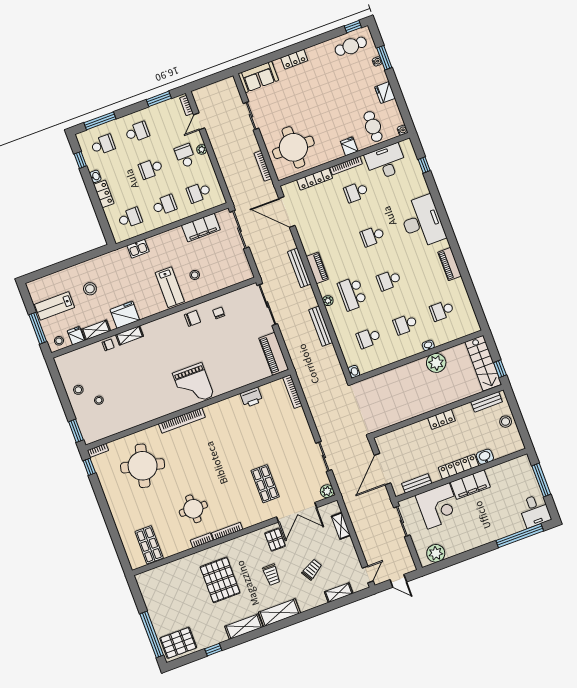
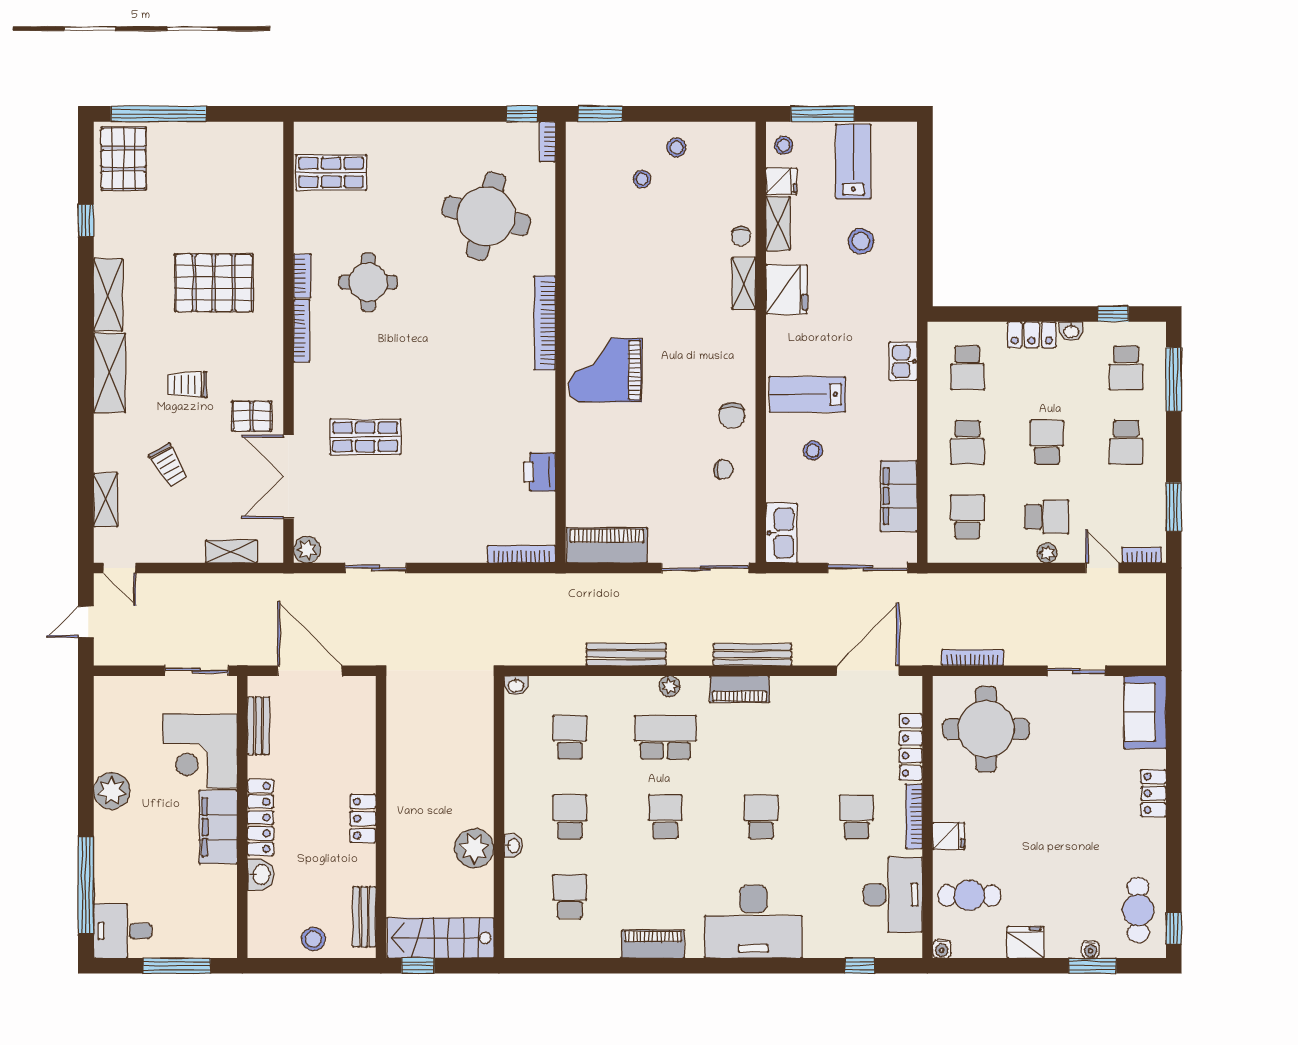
kitchen sink: (238, 275) -> (781, 533), added
plant: (436, 553) -> (112, 791), moved

